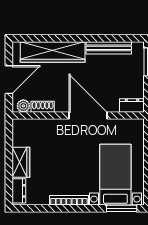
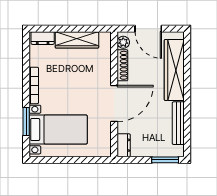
shoe rack: (43, 107) -> (122, 65), width x1.43
wardrobe: (21, 162) -> (77, 40), width x1.50
window: (122, 208) -> (26, 121), moved

